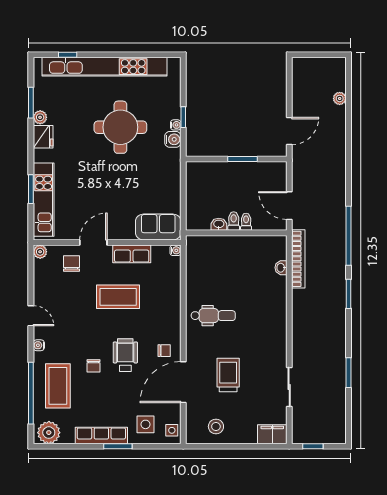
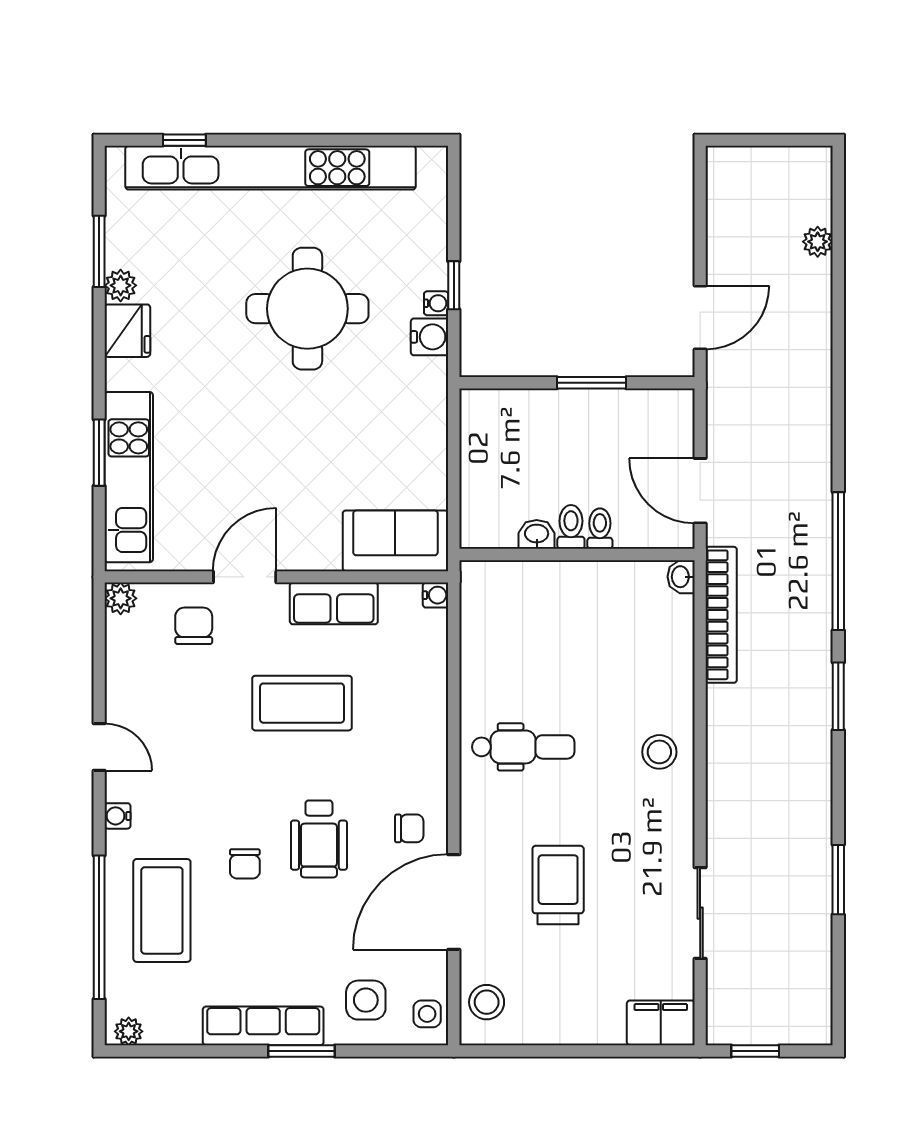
washbasin: (281, 268) -> (681, 577), moved
stool: (272, 318) -> (659, 752), added
wheelchair: (125, 355) -> (319, 839), turned 180
stool: (216, 427) -> (487, 1002), moved
plant: (49, 433) -> (129, 1031), width x0.53, depth x0.53

